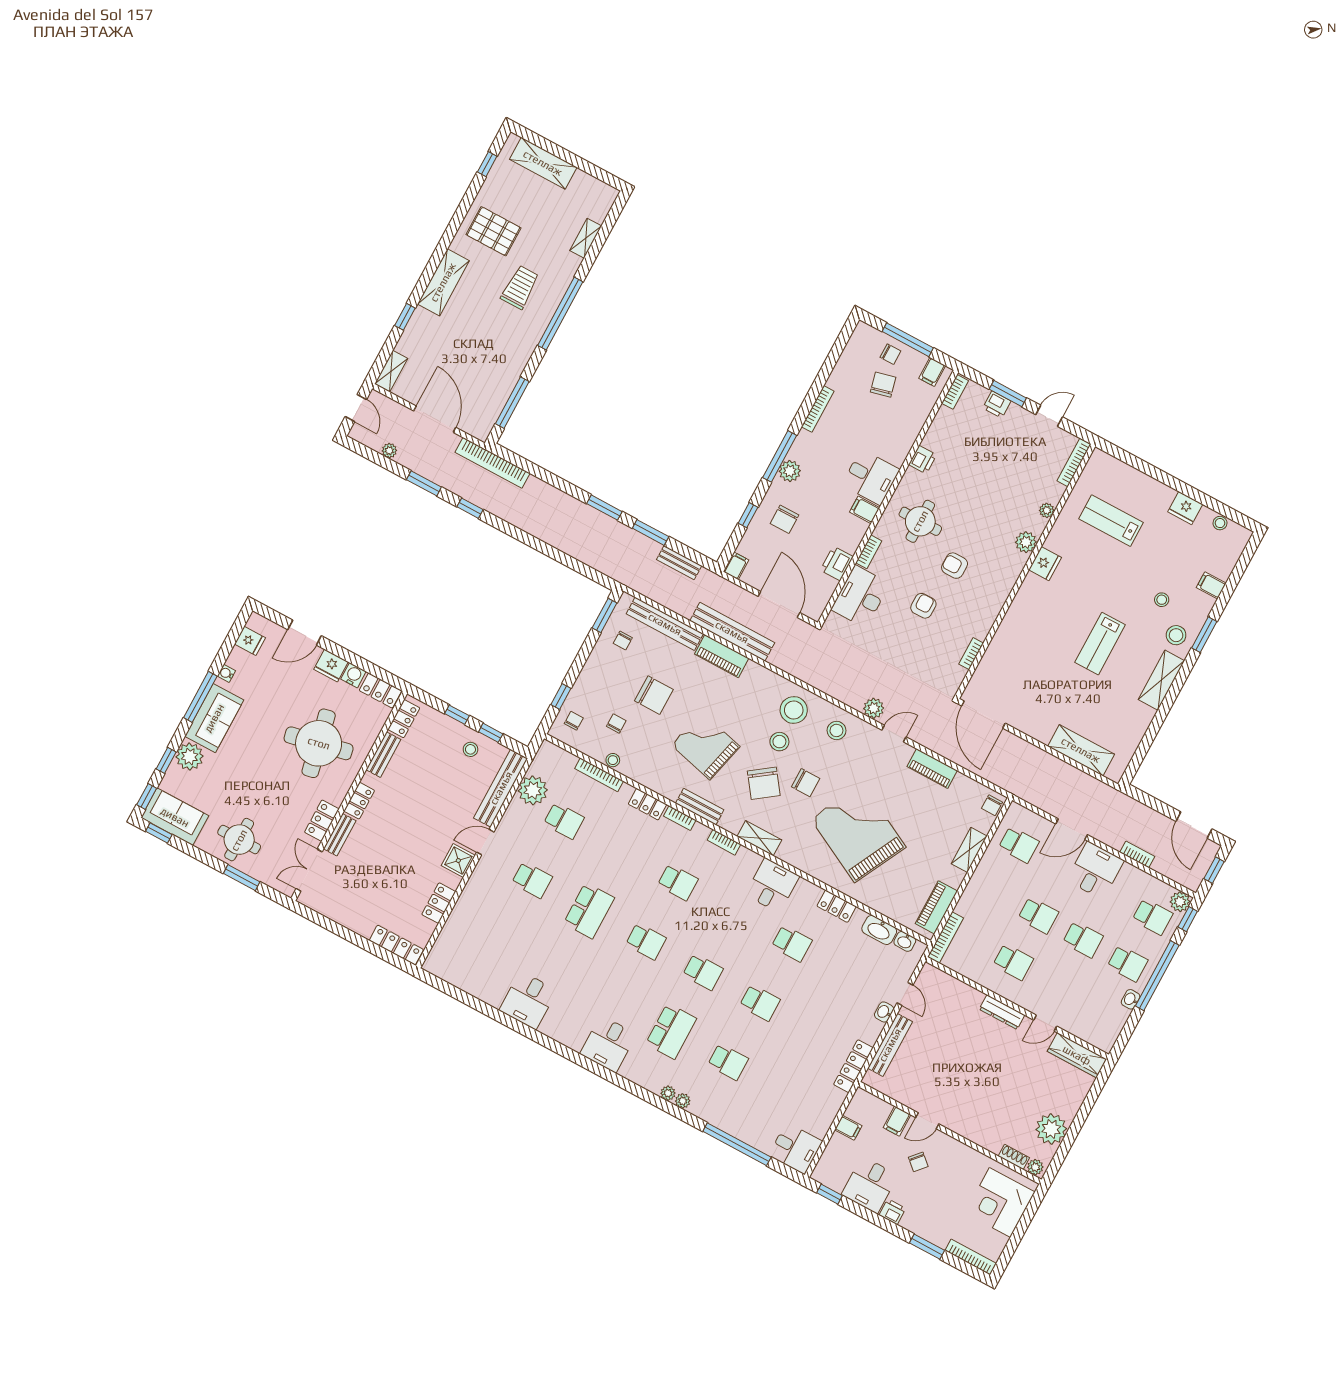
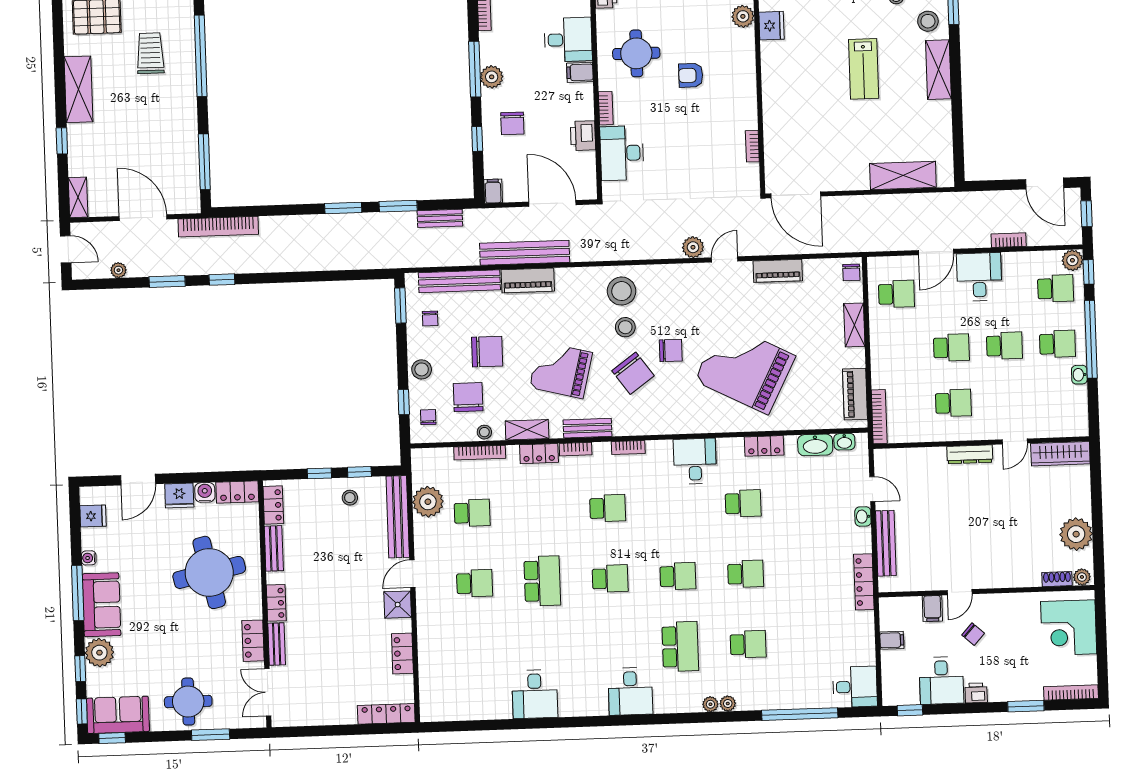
armchair: (923, 606) -> (684, 128), removed
chair: (616, 724) -> (468, 397), width x1.87, depth x1.87
stool: (836, 730) -> (422, 369), moved
shelving: (759, 838) -> (527, 430), moved

